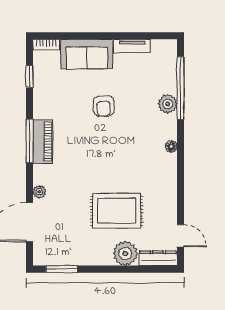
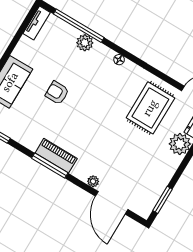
tv unit: (132, 46) -> (37, 23), moved
armchair: (104, 106) -> (57, 93), turned 180
rug: (117, 211) -> (150, 108), moved

